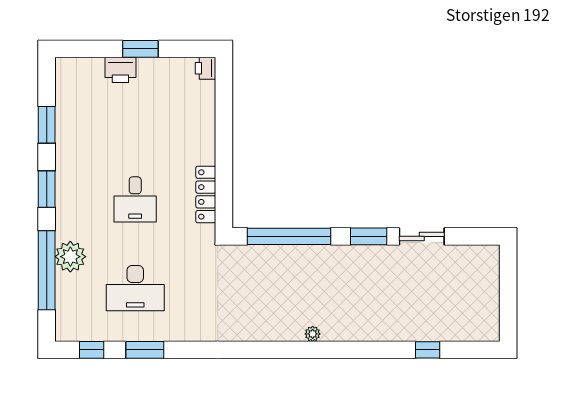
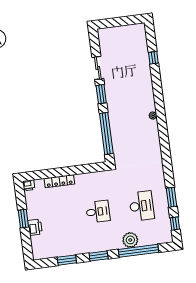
locker: (206, 194) -> (59, 181), moved

